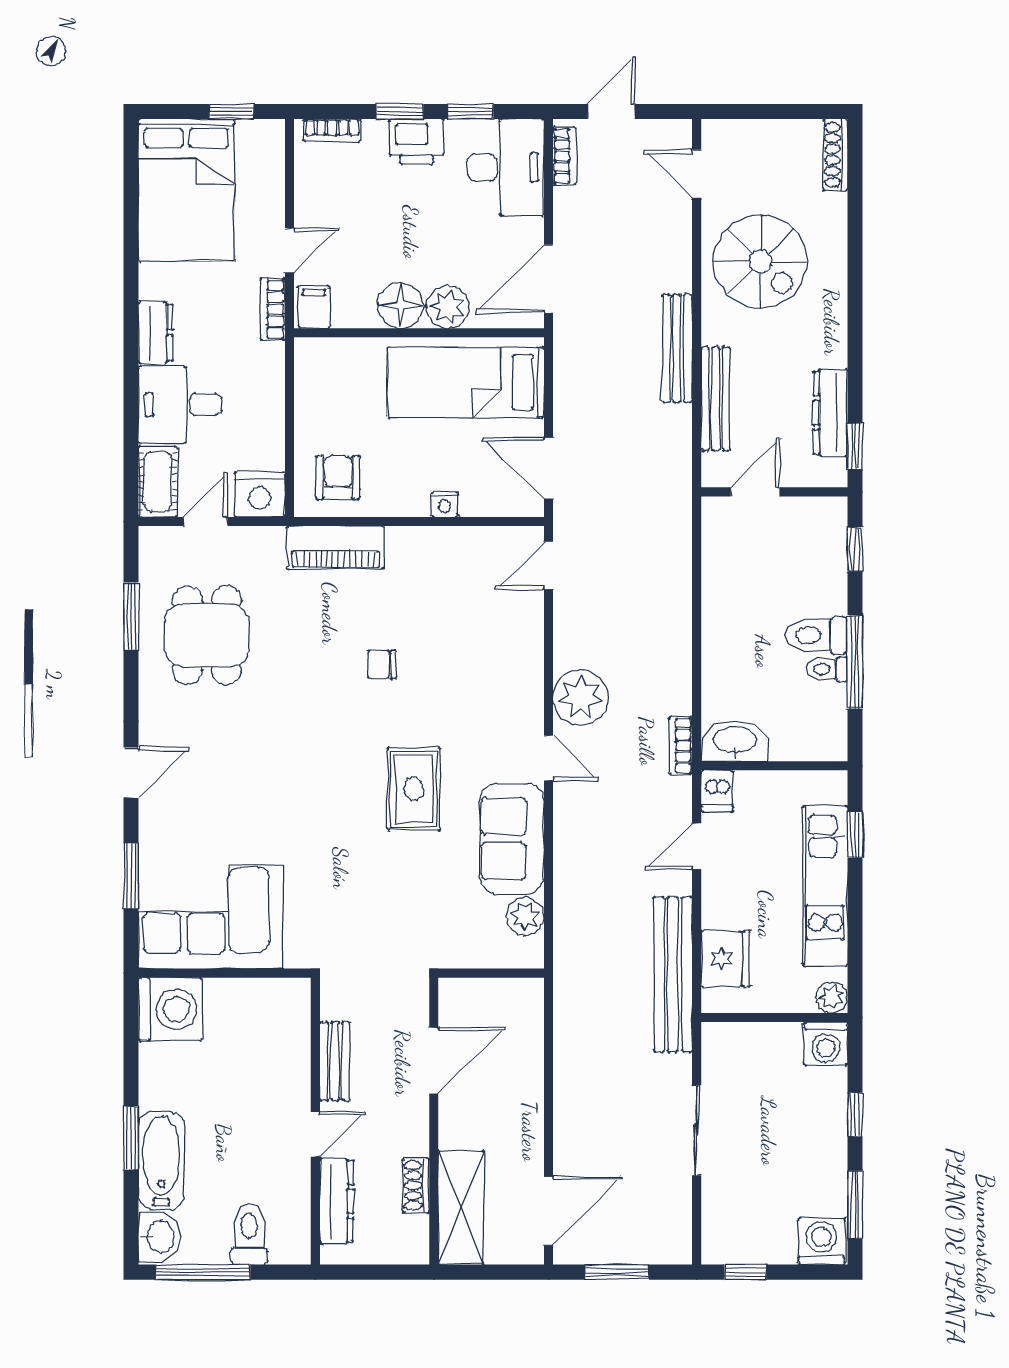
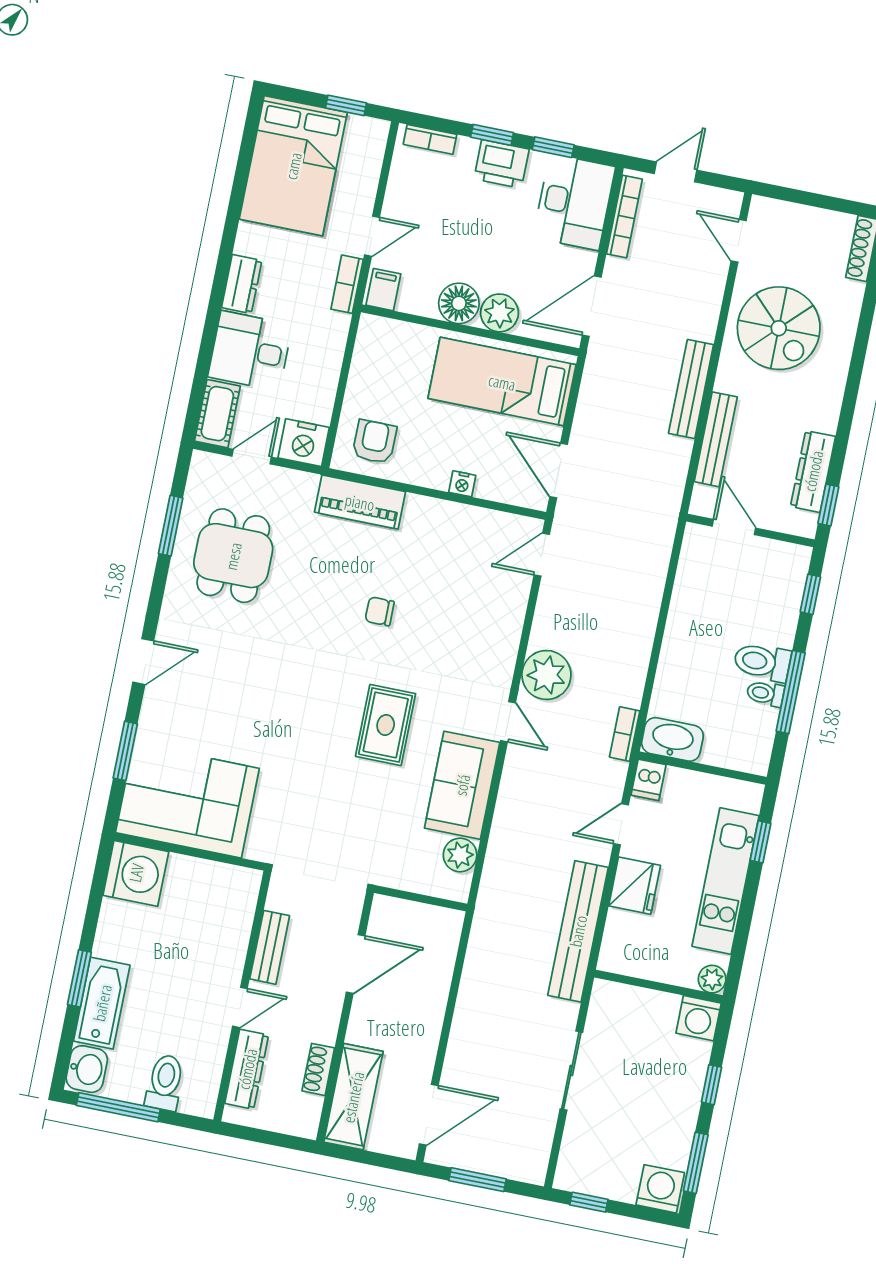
bookcase: (565, 156) -> (624, 217), width x1.56
door: (755, 492) -> (734, 527), hinge flipped
fridge: (725, 959) -> (635, 886), moved

